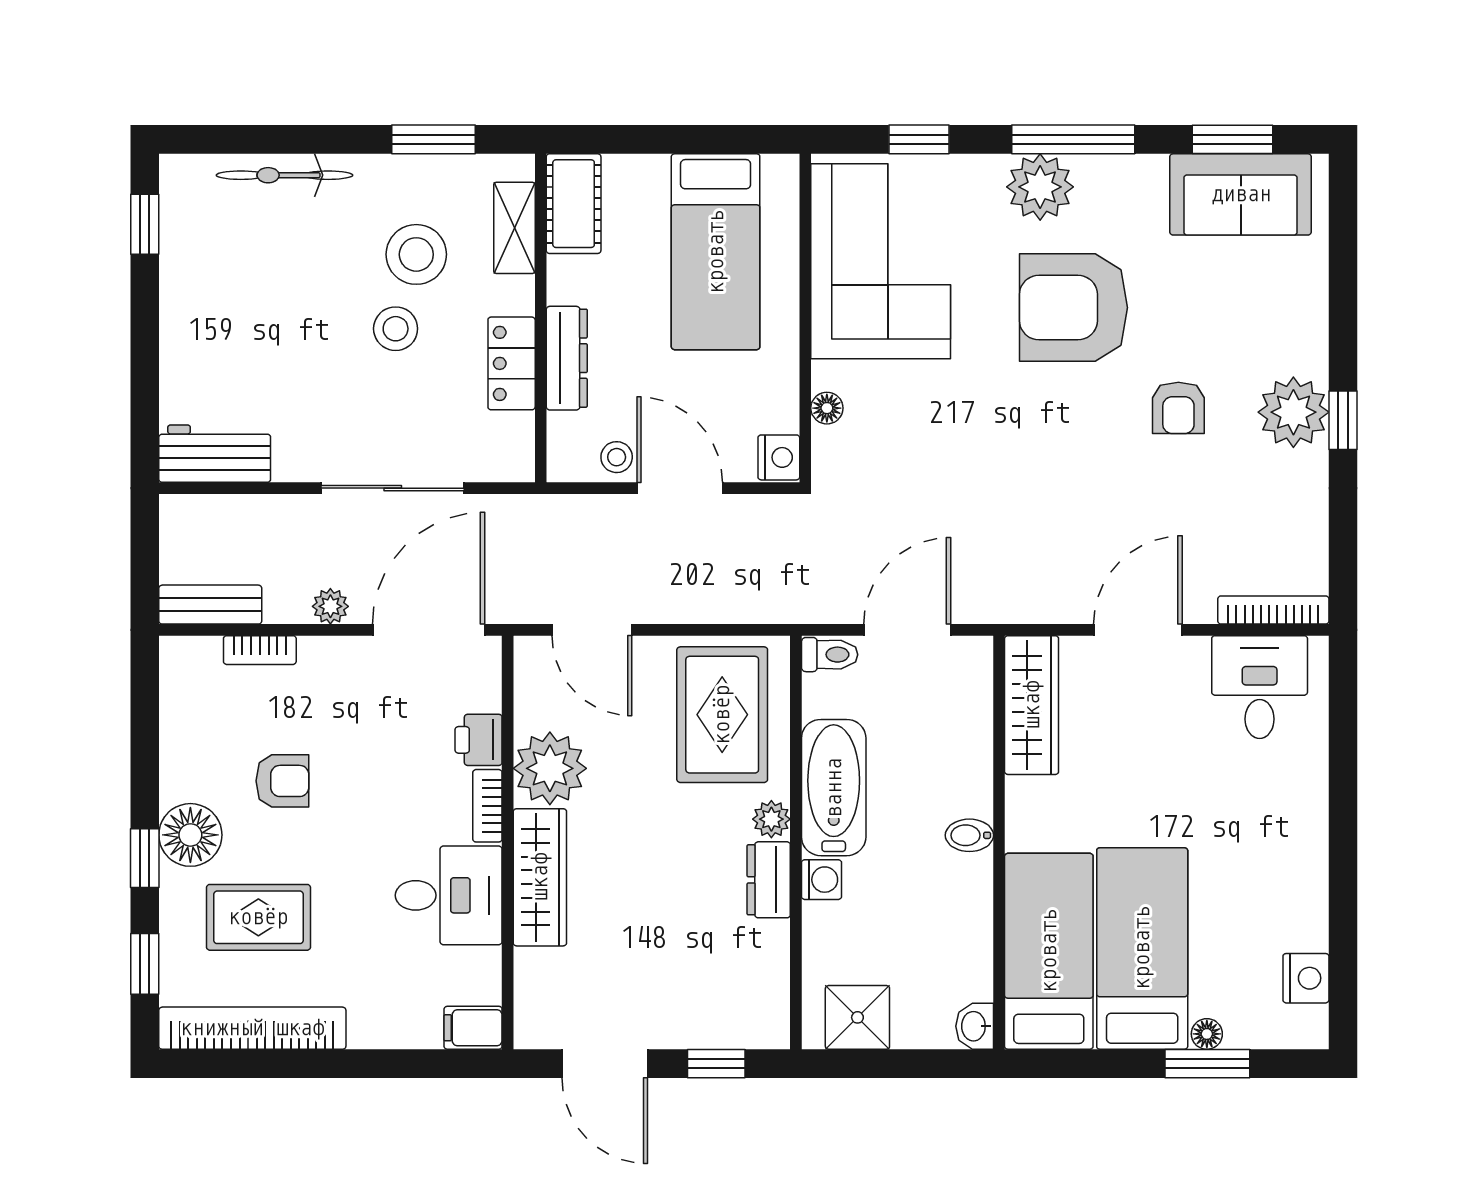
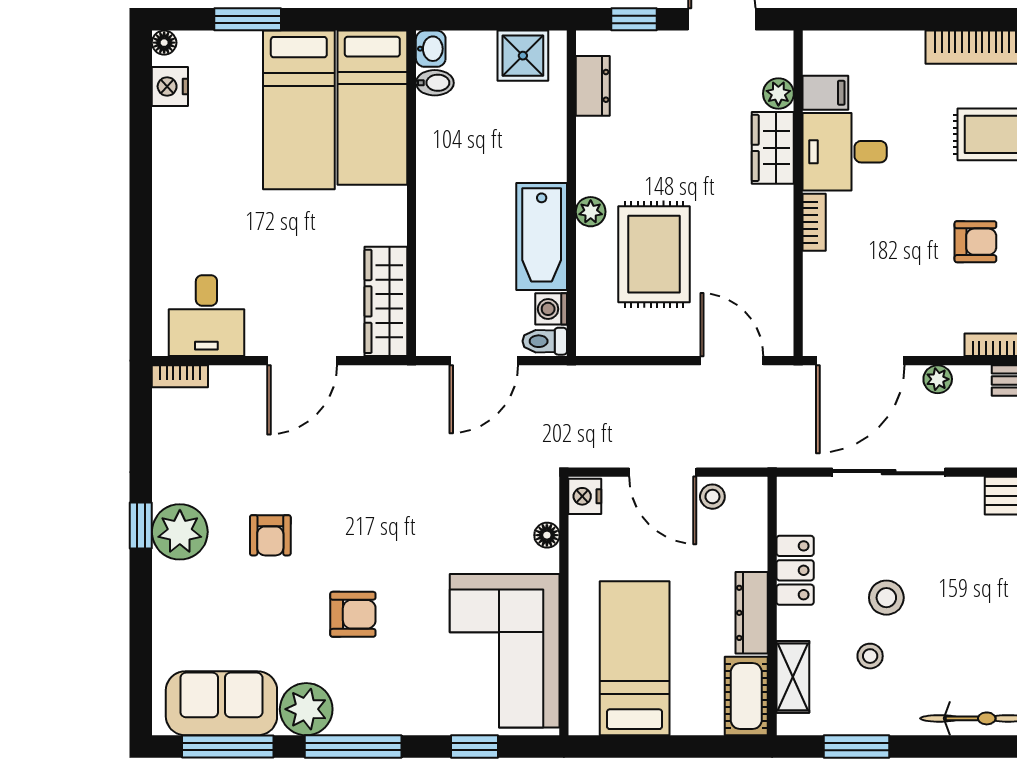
window: (1232, 139) -> (228, 747), width x1.44
plant: (1040, 187) -> (306, 709), moved
stool: (416, 254) -> (870, 656), width x0.53, depth x0.53
armchair: (1074, 308) -> (353, 614), width x0.53, depth x0.53
dresser: (567, 358) -> (752, 613), moved
armchair: (1178, 408) -> (270, 535), turned 180
bookcase: (1273, 610) -> (180, 376), width x0.64
rug: (722, 715) -> (654, 254), moved
printer: (479, 740) -> (821, 274), removed
plant: (550, 768) -> (778, 94), moved, width x0.53, depth x0.53
armchair: (282, 781) -> (975, 242), turned 180
bidet: (969, 835) -> (435, 83), moved
wardrobe: (540, 877) -> (773, 148), width x0.67
dresser: (769, 880) -> (593, 86), moved
washing machine: (821, 880) -> (551, 309), moved
filing cabinet: (473, 1028) -> (825, 93), moved
floor lamp: (1207, 1034) -> (164, 43), moved

